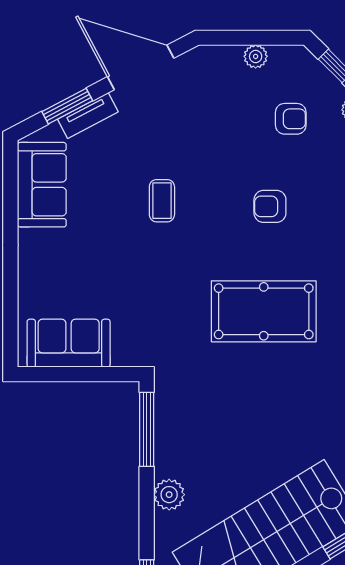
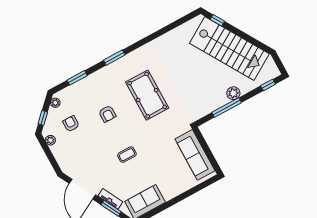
plant: (256, 56) -> (50, 140), moved
sofa: (69, 343) -> (195, 155), width x1.36
window: (147, 429) -> (227, 108), moved

